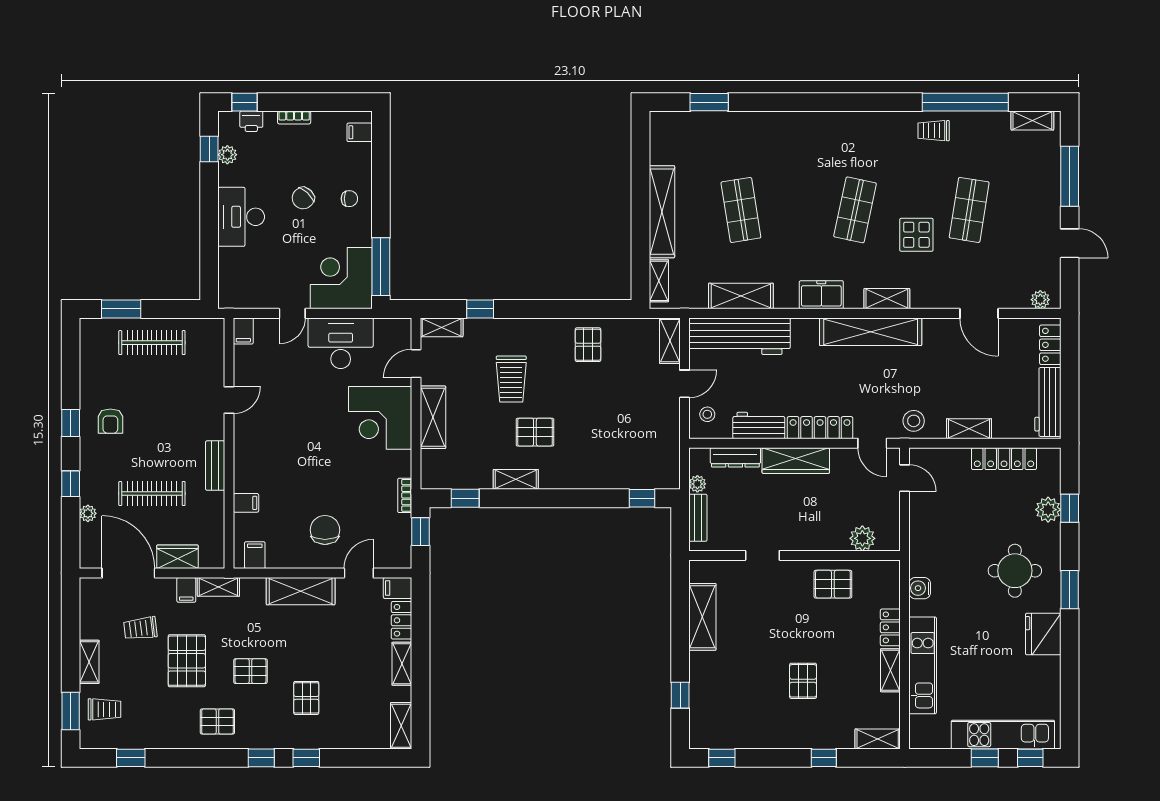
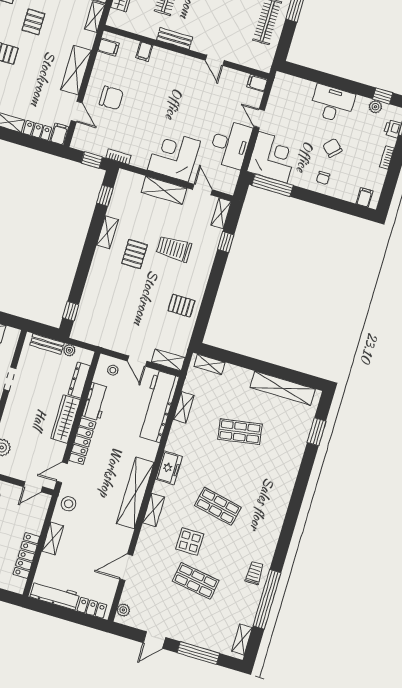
shelving: (662, 212) -> (283, 388), moved
shelving: (741, 296) -> (184, 407), width x0.67, depth x0.75

